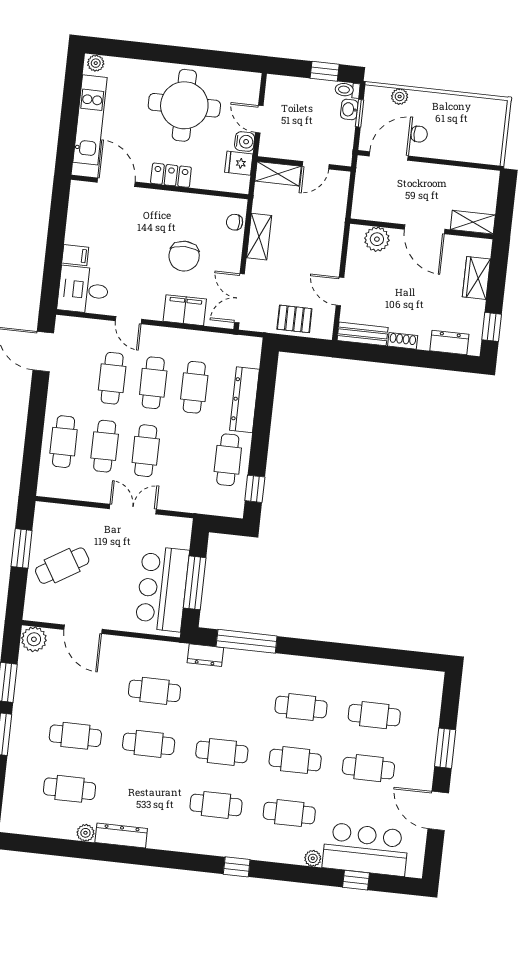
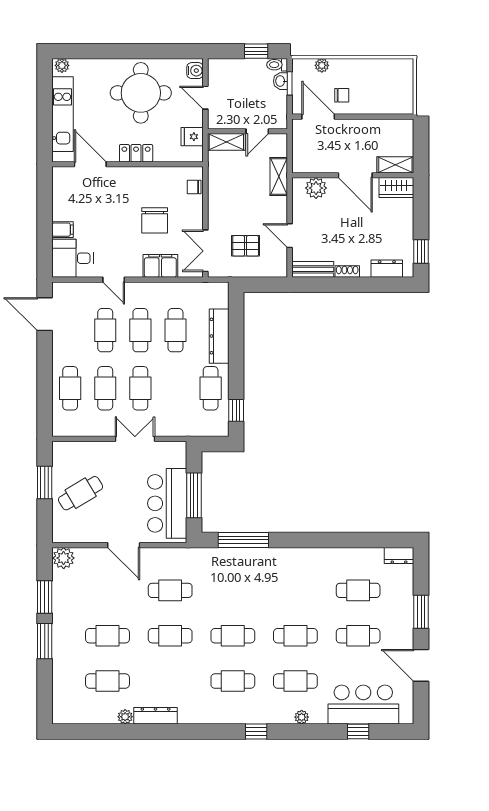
water cooler: (245, 142) -> (195, 71), moved
door: (389, 156) -> (318, 117), hinge flipped
shelving: (259, 237) -> (279, 176), moved
wardrobe: (476, 278) -> (396, 187), moved, turned -90
pallet: (294, 319) -> (246, 246), moved
door: (83, 629) -> (124, 545), moved
dresser: (205, 655) -> (399, 556), moved
cafe table: (301, 707) -> (295, 590), removed
plant: (313, 858) -> (302, 717), moved

